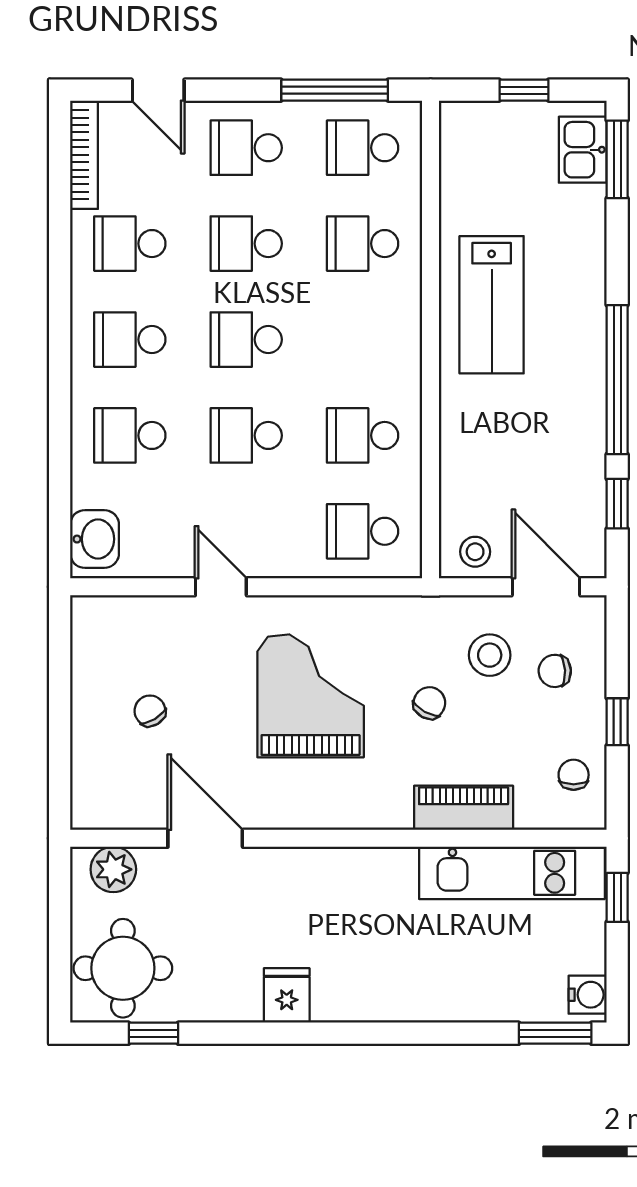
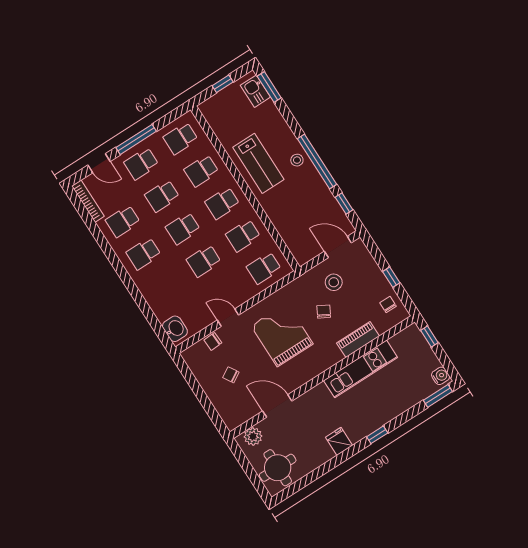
window: (335, 90) -> (136, 139), moved
school desk: (130, 435) -> (222, 203), moved
stool: (475, 552) -> (297, 160), moved
chair: (555, 671) -> (213, 341), moved
kitchen unit: (512, 873) -> (361, 369), moved
window: (153, 1033) -> (377, 435), moved

